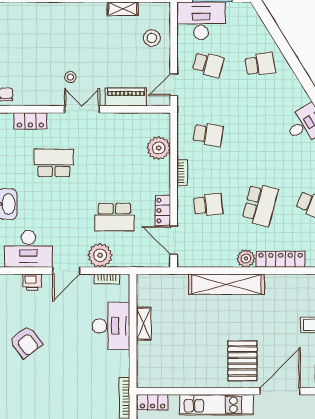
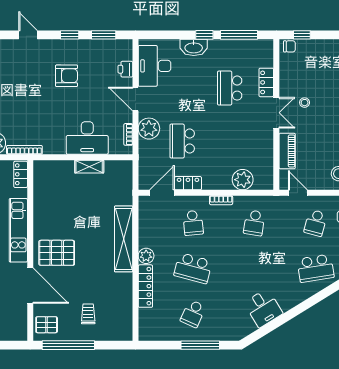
school desk: (260, 64) -> (316, 268), width x1.85
locker: (30, 121) -> (266, 82), moved
school desk: (54, 163) -> (230, 88), turned 180
armchair: (26, 342) -> (67, 76), moved, turned -143

